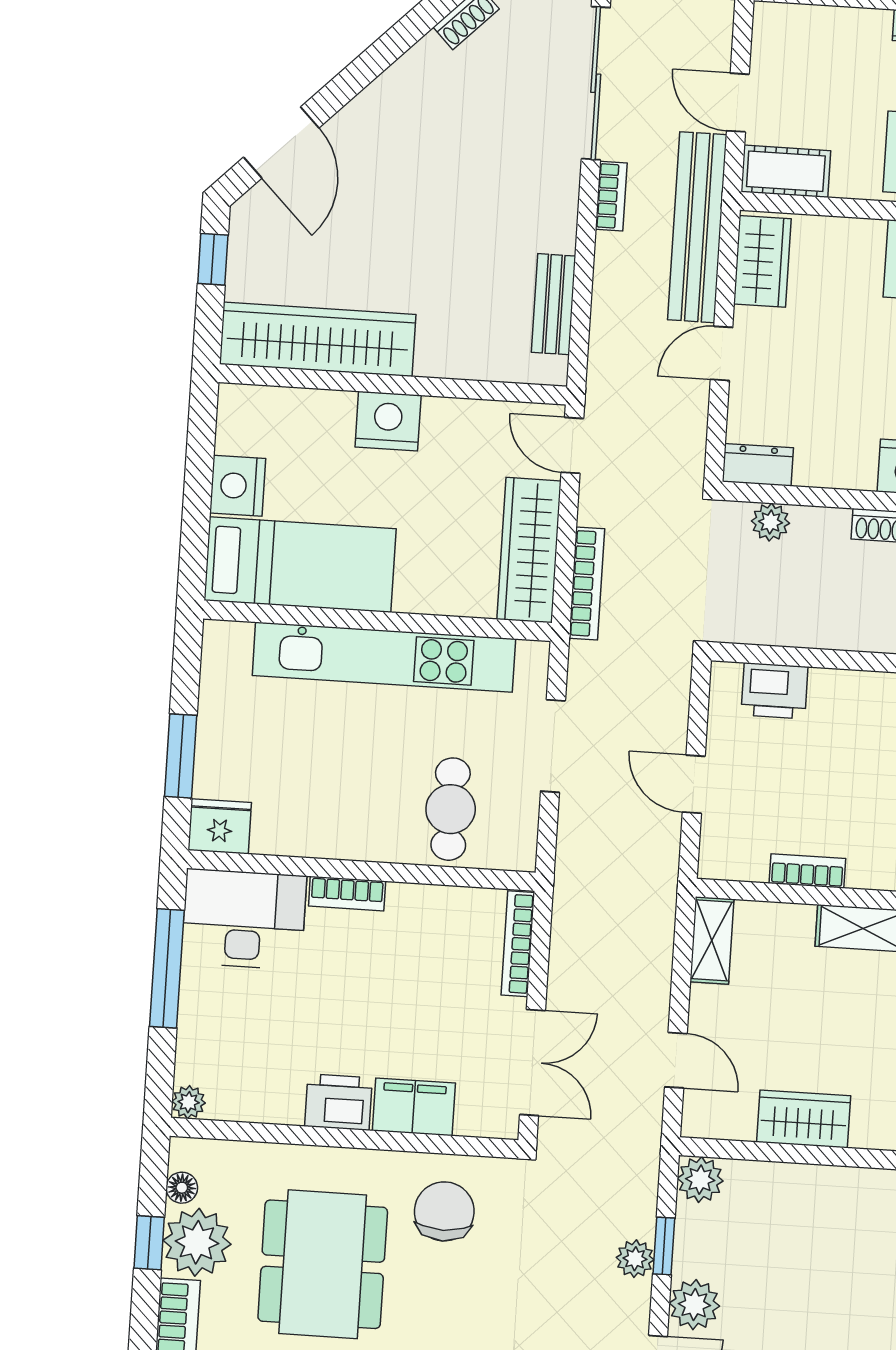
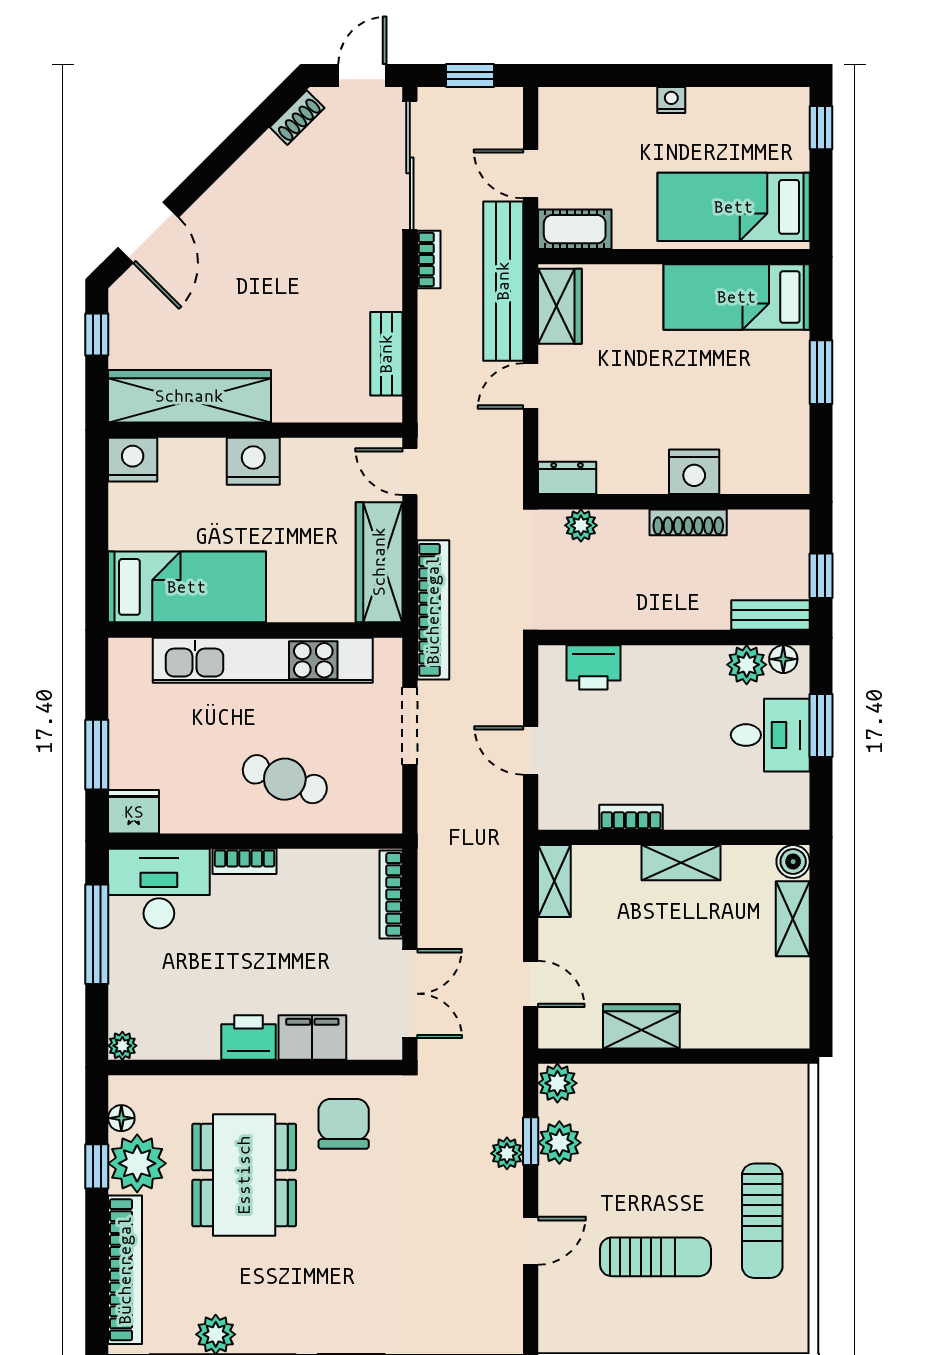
nightstand: (238, 486) -> (133, 460), moved, turned 90
bookcase: (587, 584) -> (433, 610), width x1.48, depth x1.31
cafe table: (451, 809) -> (285, 779), moved, turned -71
plant: (694, 1305) -> (559, 1143), moved

